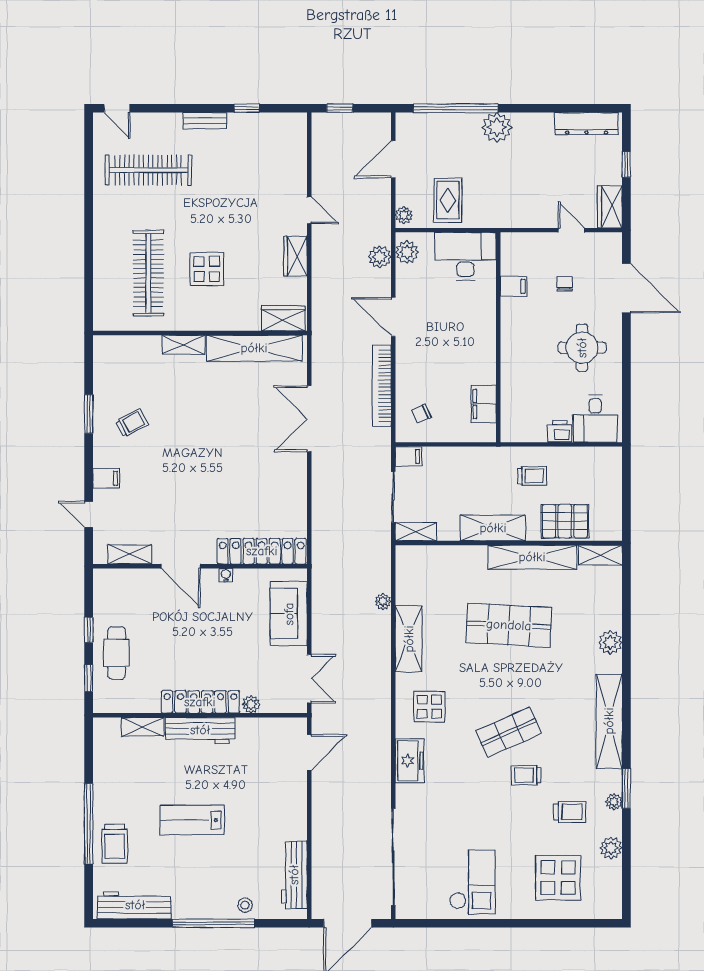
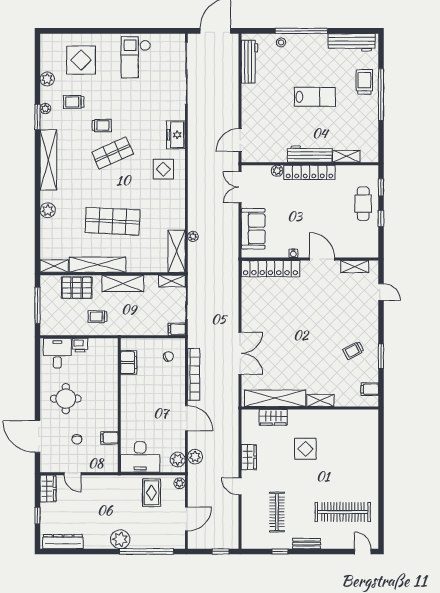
clothes rail: (148, 273) -> (277, 512), moved, width x0.73, depth x0.76
wardrobe: (283, 318) -> (273, 417), moved
filing cabinet: (106, 478) -> (370, 389), moved
window: (626, 494) -> (37, 305), added
shelving: (409, 639) -> (177, 251), moved

